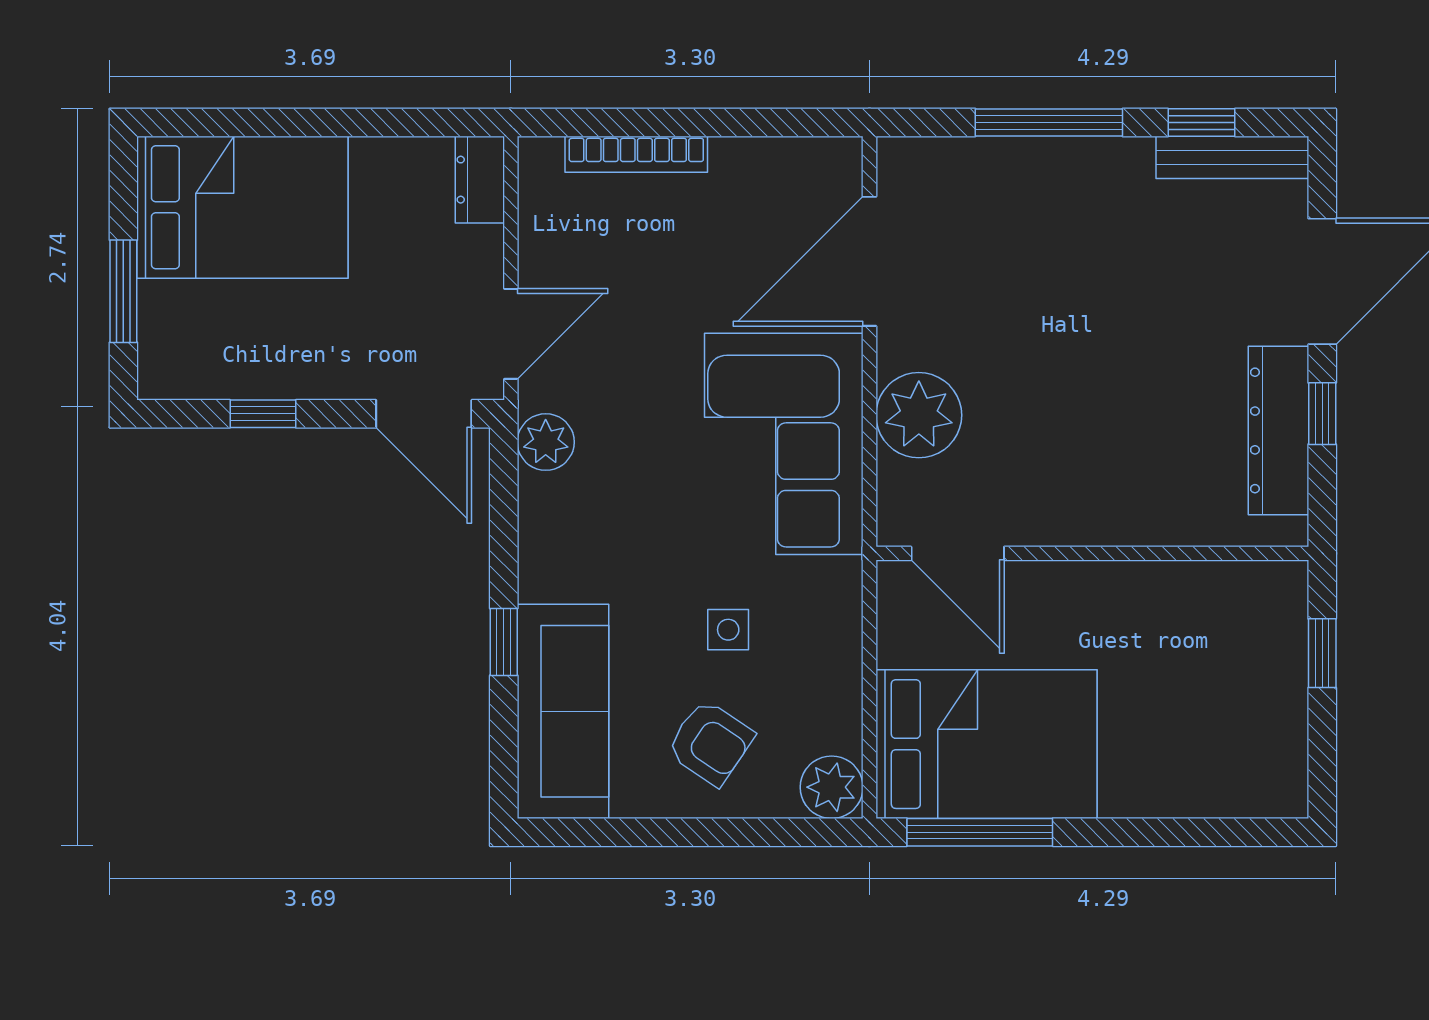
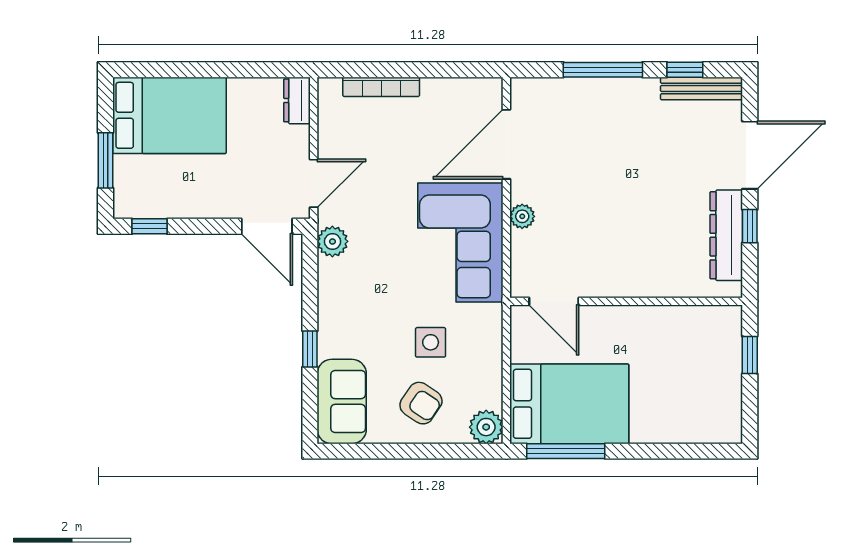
window: (263, 414) -> (150, 226), moved
plant: (919, 415) -> (522, 216), width x0.53, depth x0.53
side table: (728, 630) -> (431, 342), width x1.37, depth x1.37
sofa: (563, 711) -> (342, 402), width x0.73

